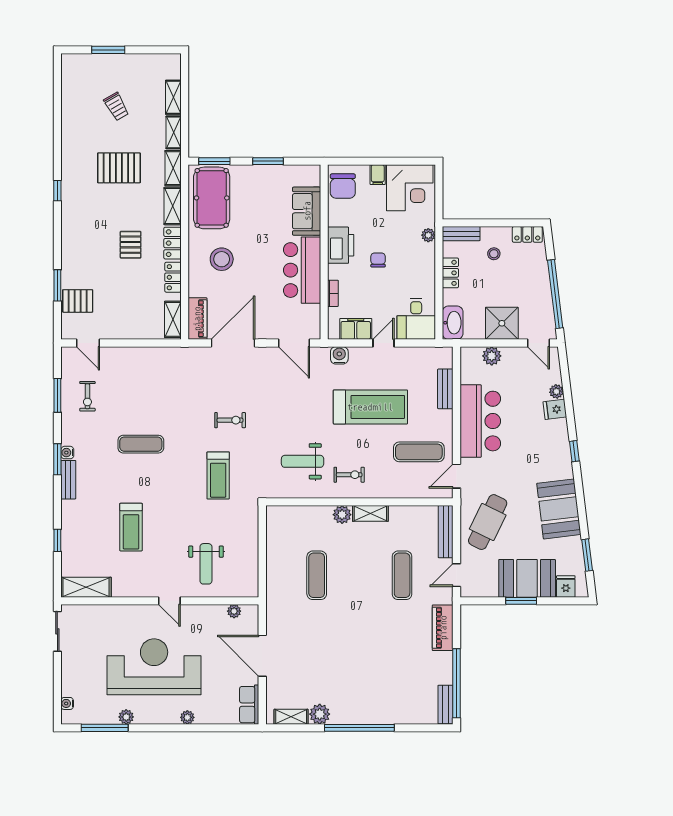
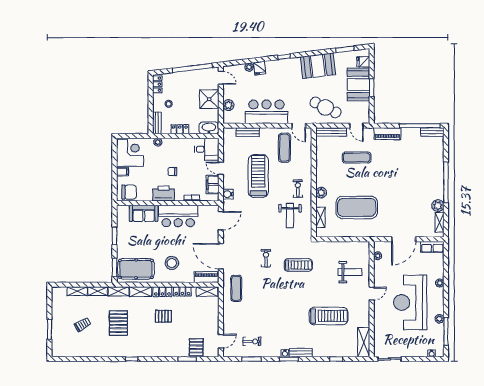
door: (538, 343) -> (221, 78), hinge flipped
exercise mat: (141, 444) -> (236, 288), moved
shelving: (370, 513) -> (320, 217), moved
treadmill: (131, 527) -> (328, 316), width x1.37, depth x1.38
exercise mat: (317, 575) -> (357, 207), width x2.00, depth x1.45

